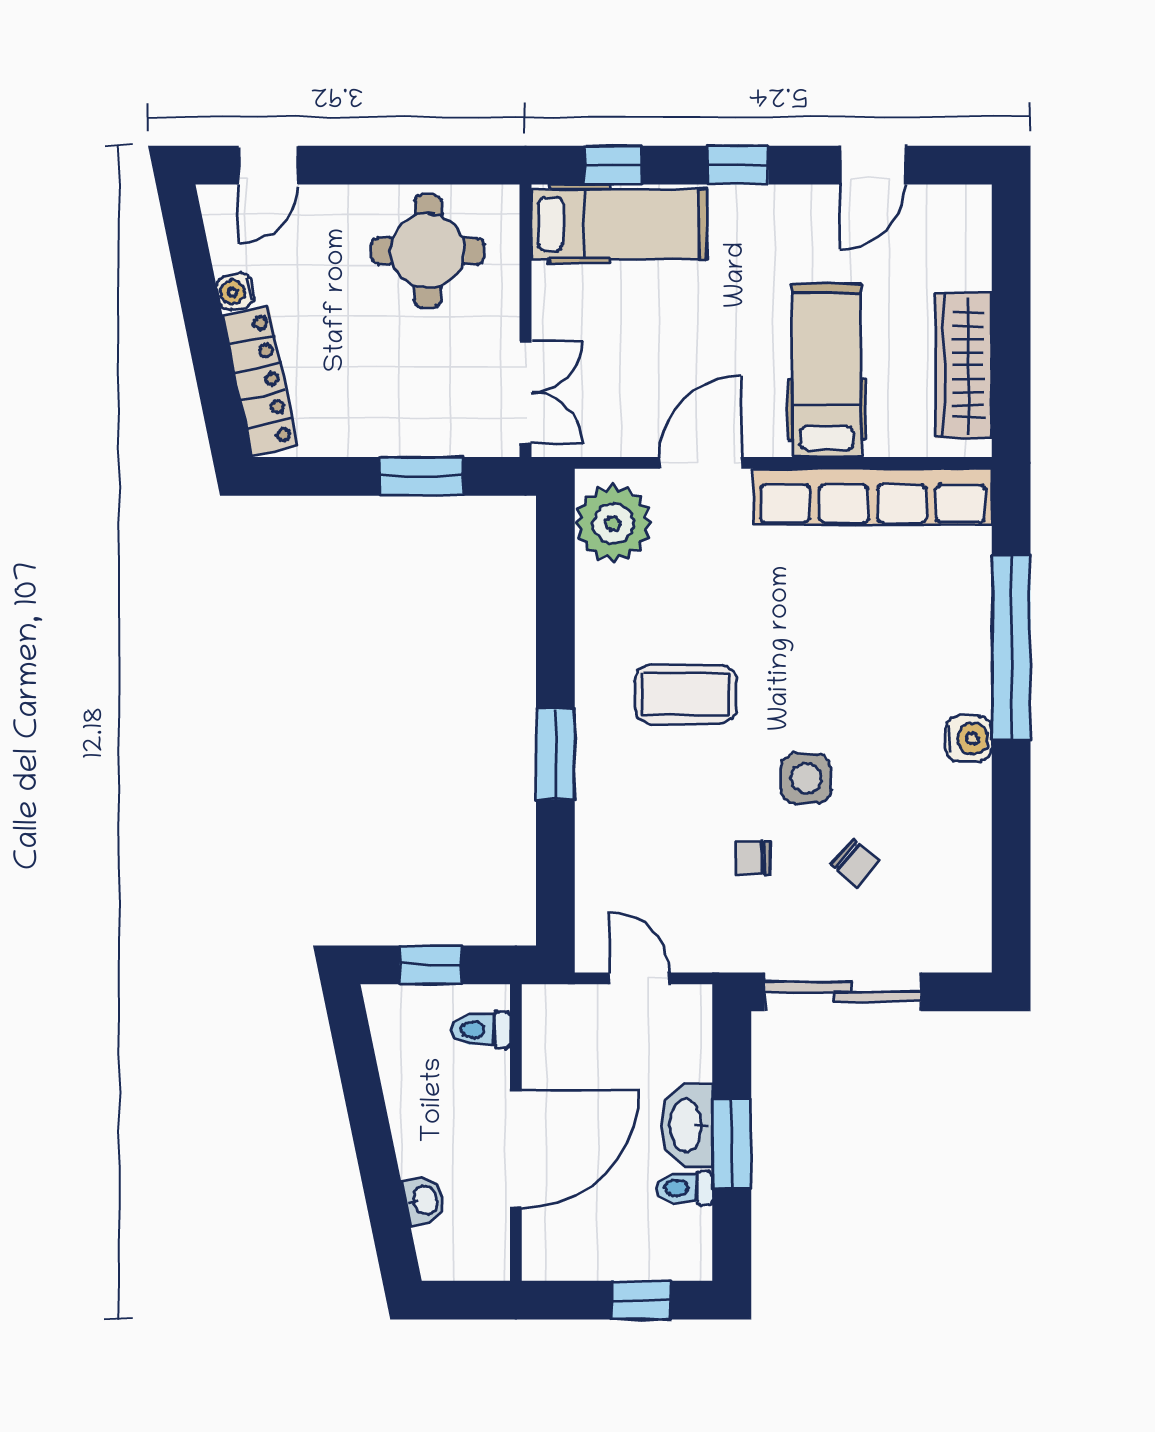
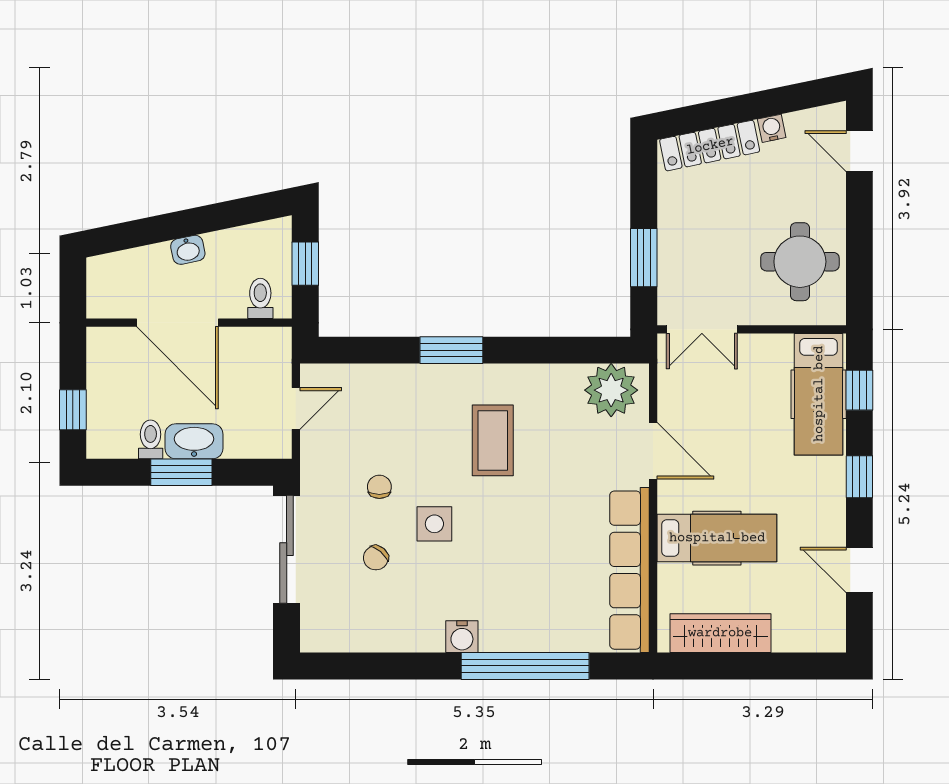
washbasin: (424, 1200) -> (188, 250), moved

